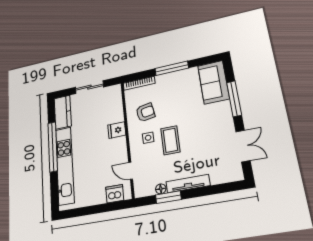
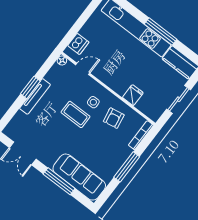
sofa: (213, 82) -> (79, 177), width x1.36
fridge: (117, 130) -> (133, 95), moved
window: (53, 147) -> (161, 32), width x0.68
floor lamp: (161, 189) -> (62, 60), moved
window: (168, 197) -> (30, 87), moved

